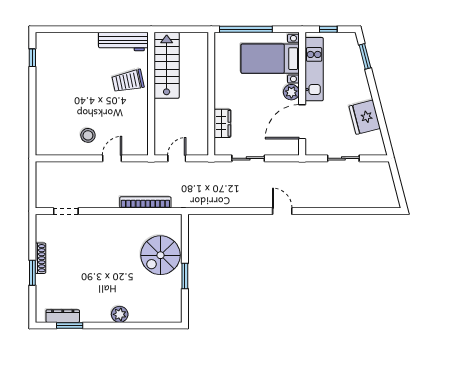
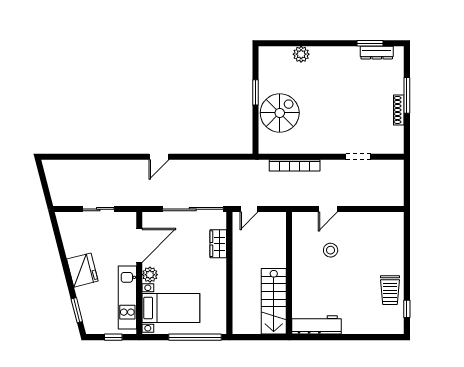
trolley: (128, 81) -> (390, 290), moved, turned 102
fridge: (365, 117) -> (82, 270), moved
stool: (88, 135) -> (331, 250), moved
door: (177, 158) -> (249, 209), moved
sliding door: (248, 158) -> (193, 209), width x1.86
doorway: (66, 211) -> (358, 157), moved
door: (282, 211) -> (159, 157), hinge flipped
window: (32, 273) -> (407, 95), width x1.44
plant: (120, 314) -> (301, 54), moved

